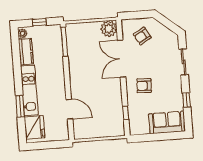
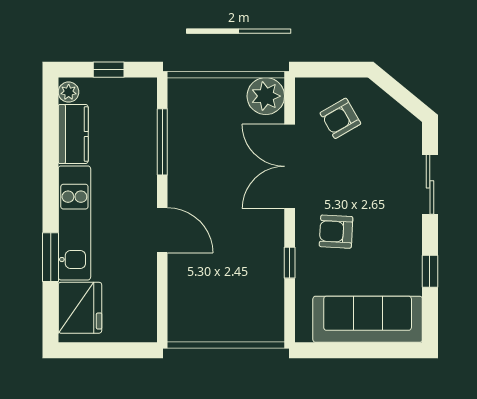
window: (64, 42) -> (162, 142), moved
door: (69, 109) -> (162, 230), moved
window: (126, 113) -> (290, 263), moved
sofa: (167, 122) -> (368, 319), width x1.36

